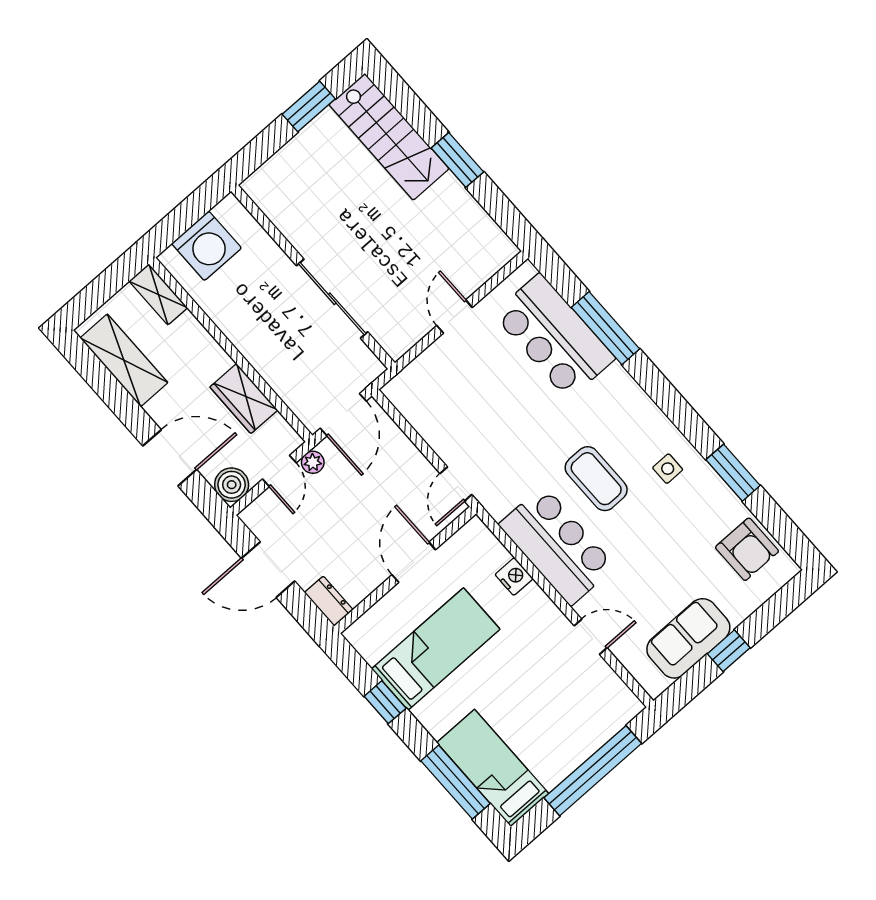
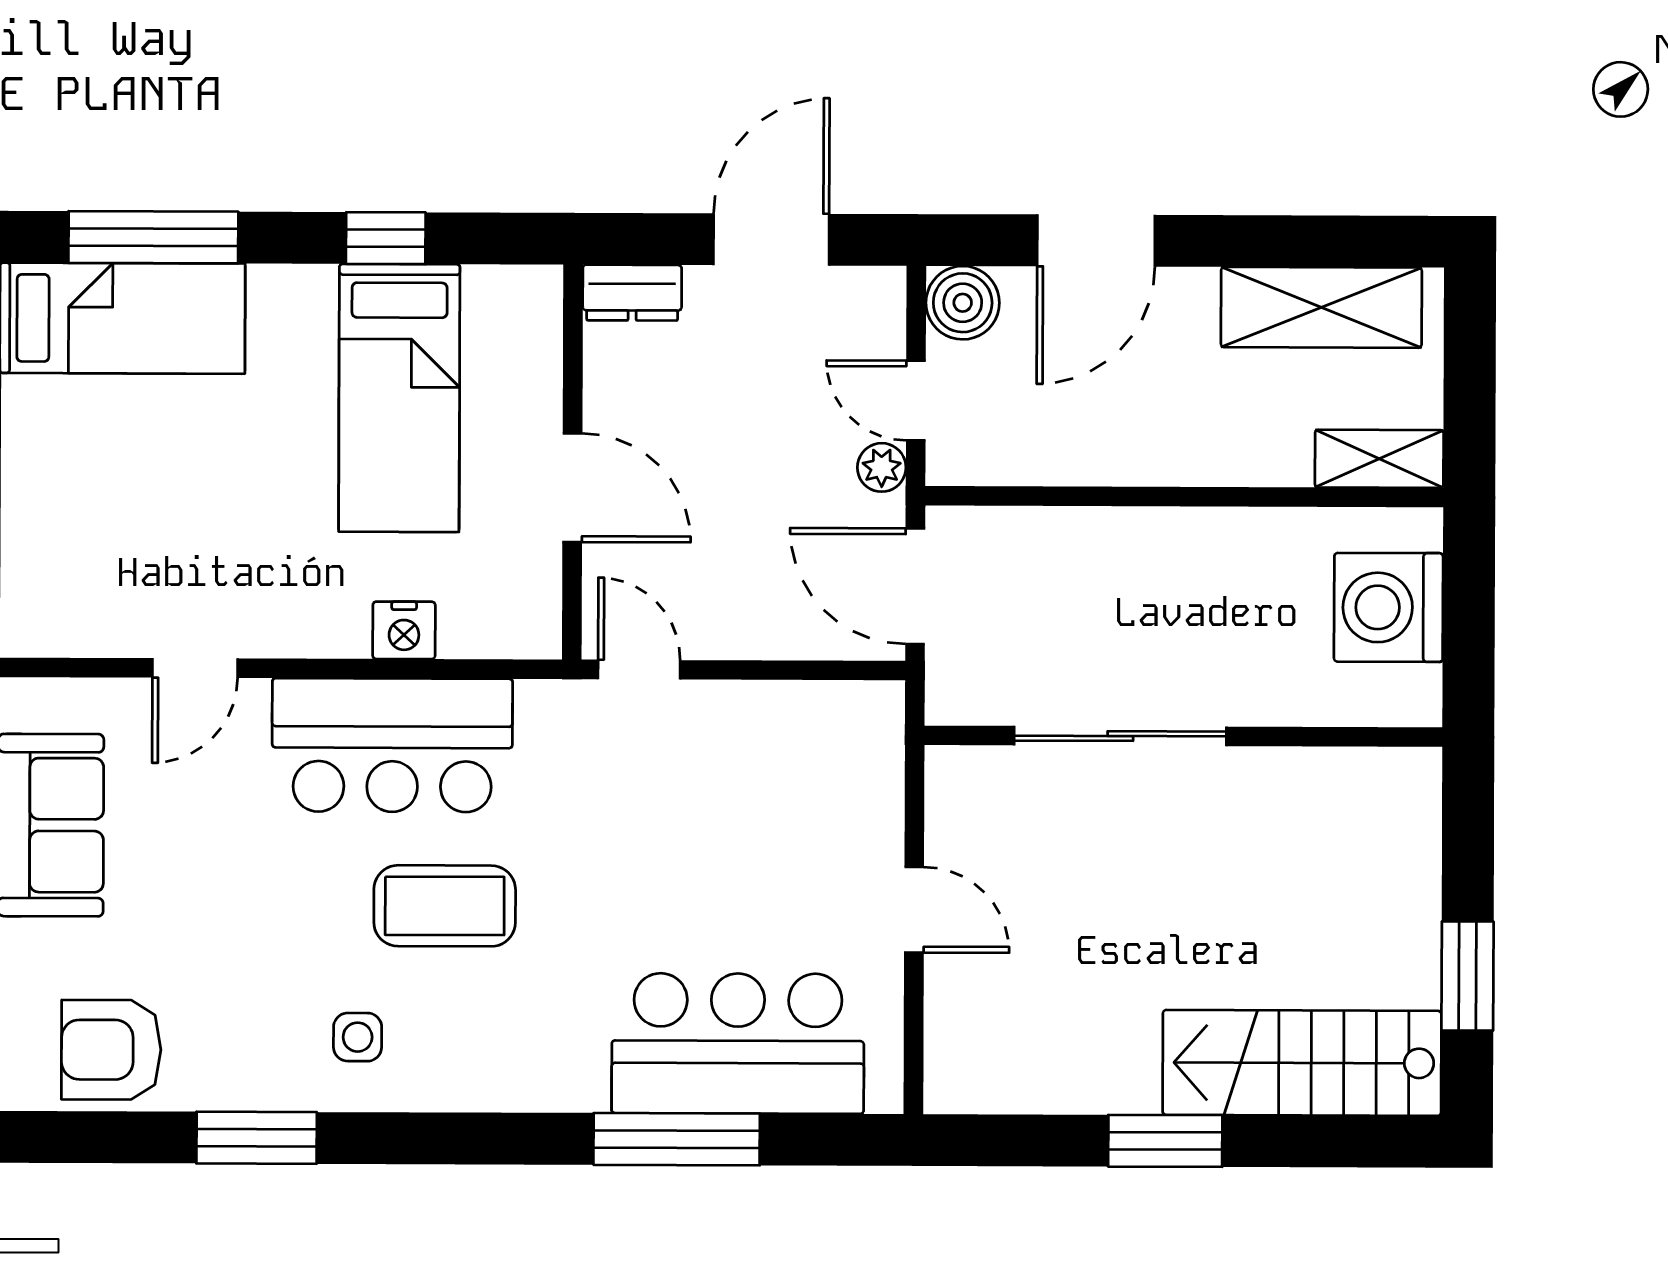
wardrobe: (244, 399) -> (1086, 447), removed

